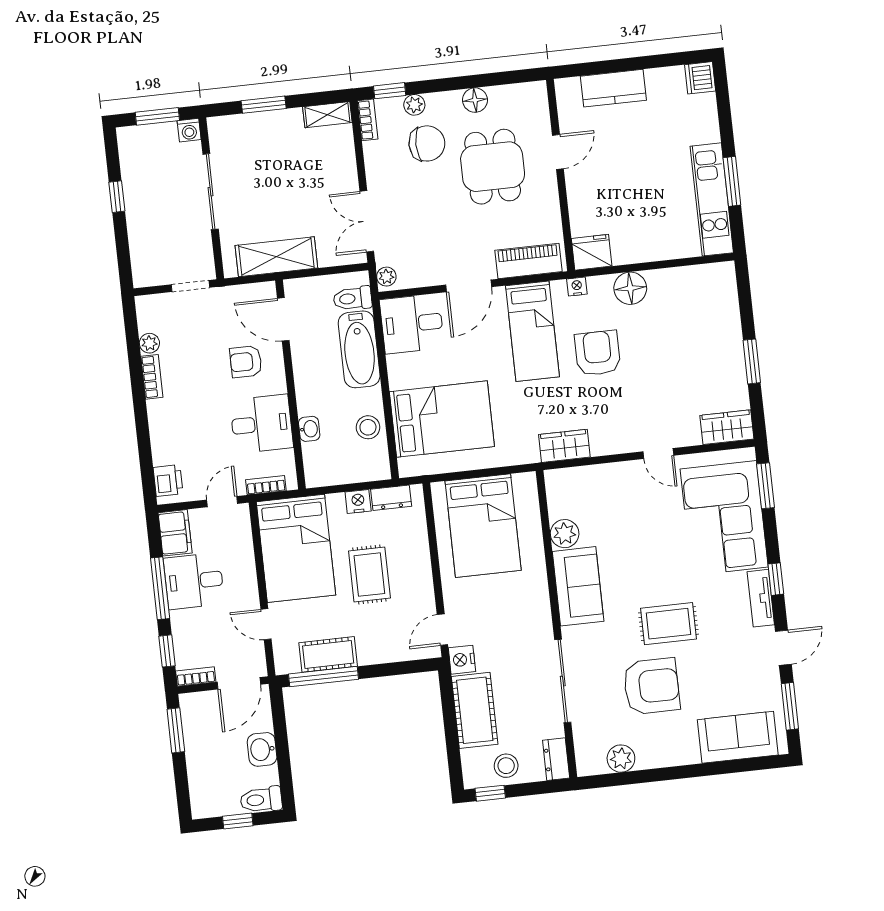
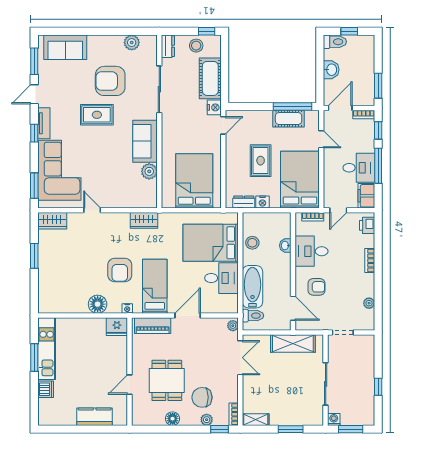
dishwasher: (700, 78) -> (46, 389), moved
desk: (412, 324) -> (221, 278), moved
bookcase: (152, 377) -> (370, 261), moved

